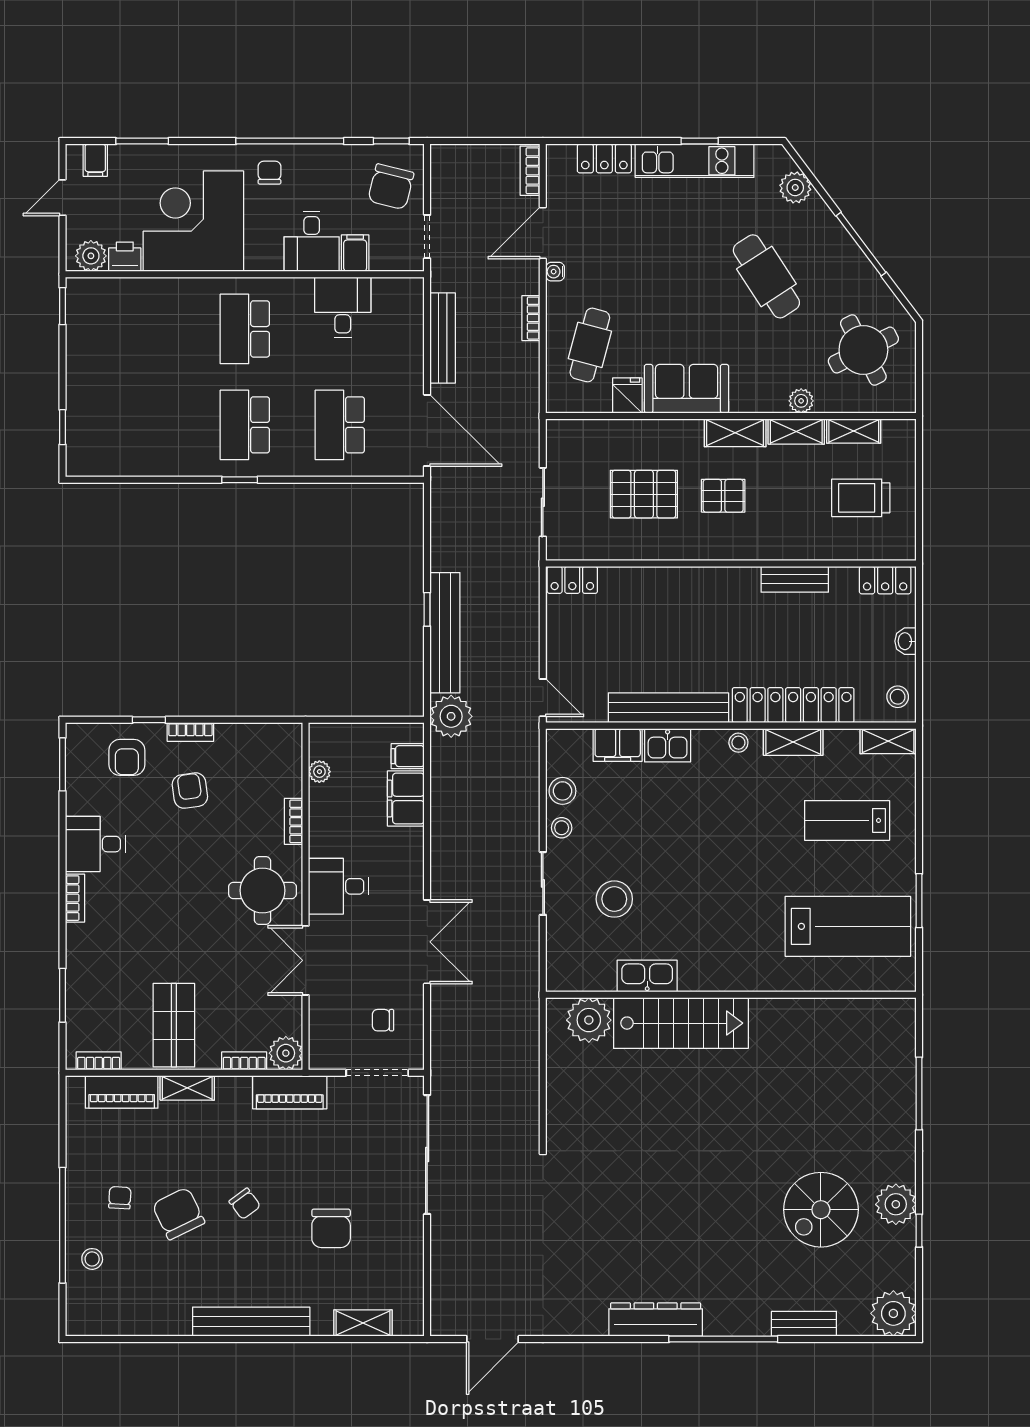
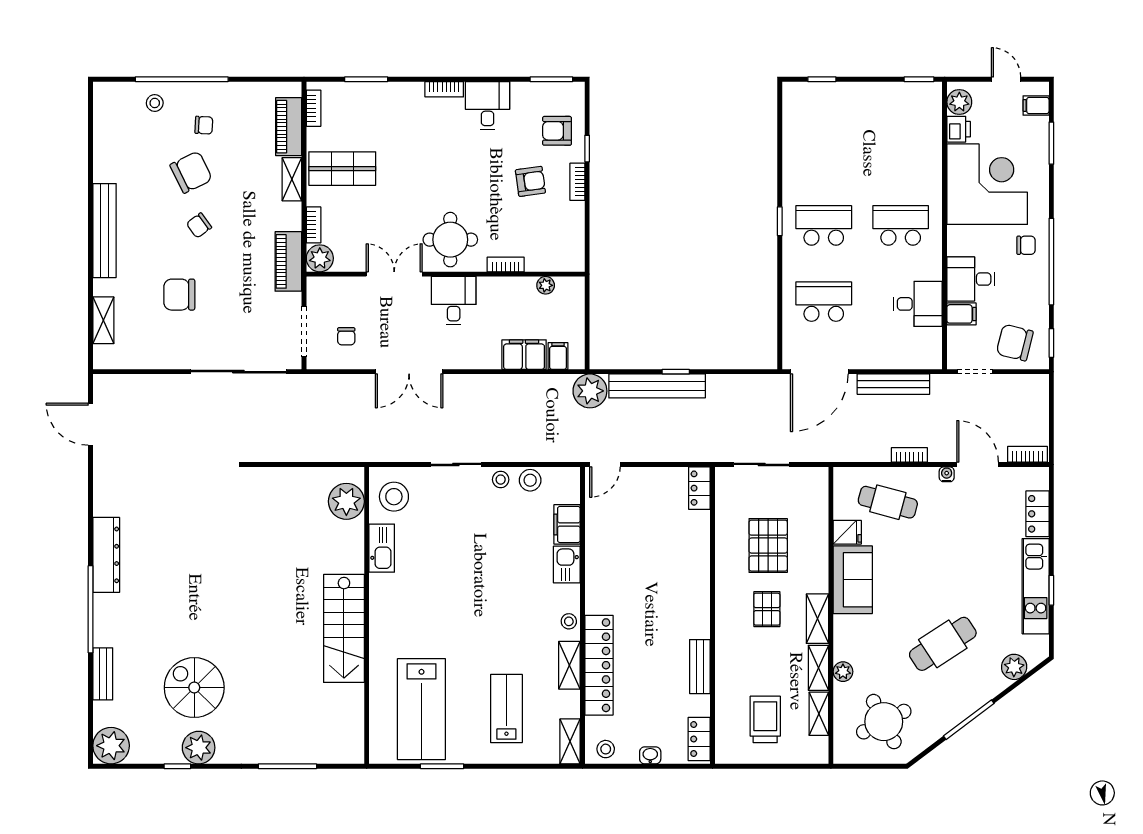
bench: (668, 708) -> (597, 565), removed
stool: (614, 899) -> (394, 497), moved
chair: (383, 1020) -> (346, 336), turned 180
stairs: (681, 1023) -> (344, 628), moved

